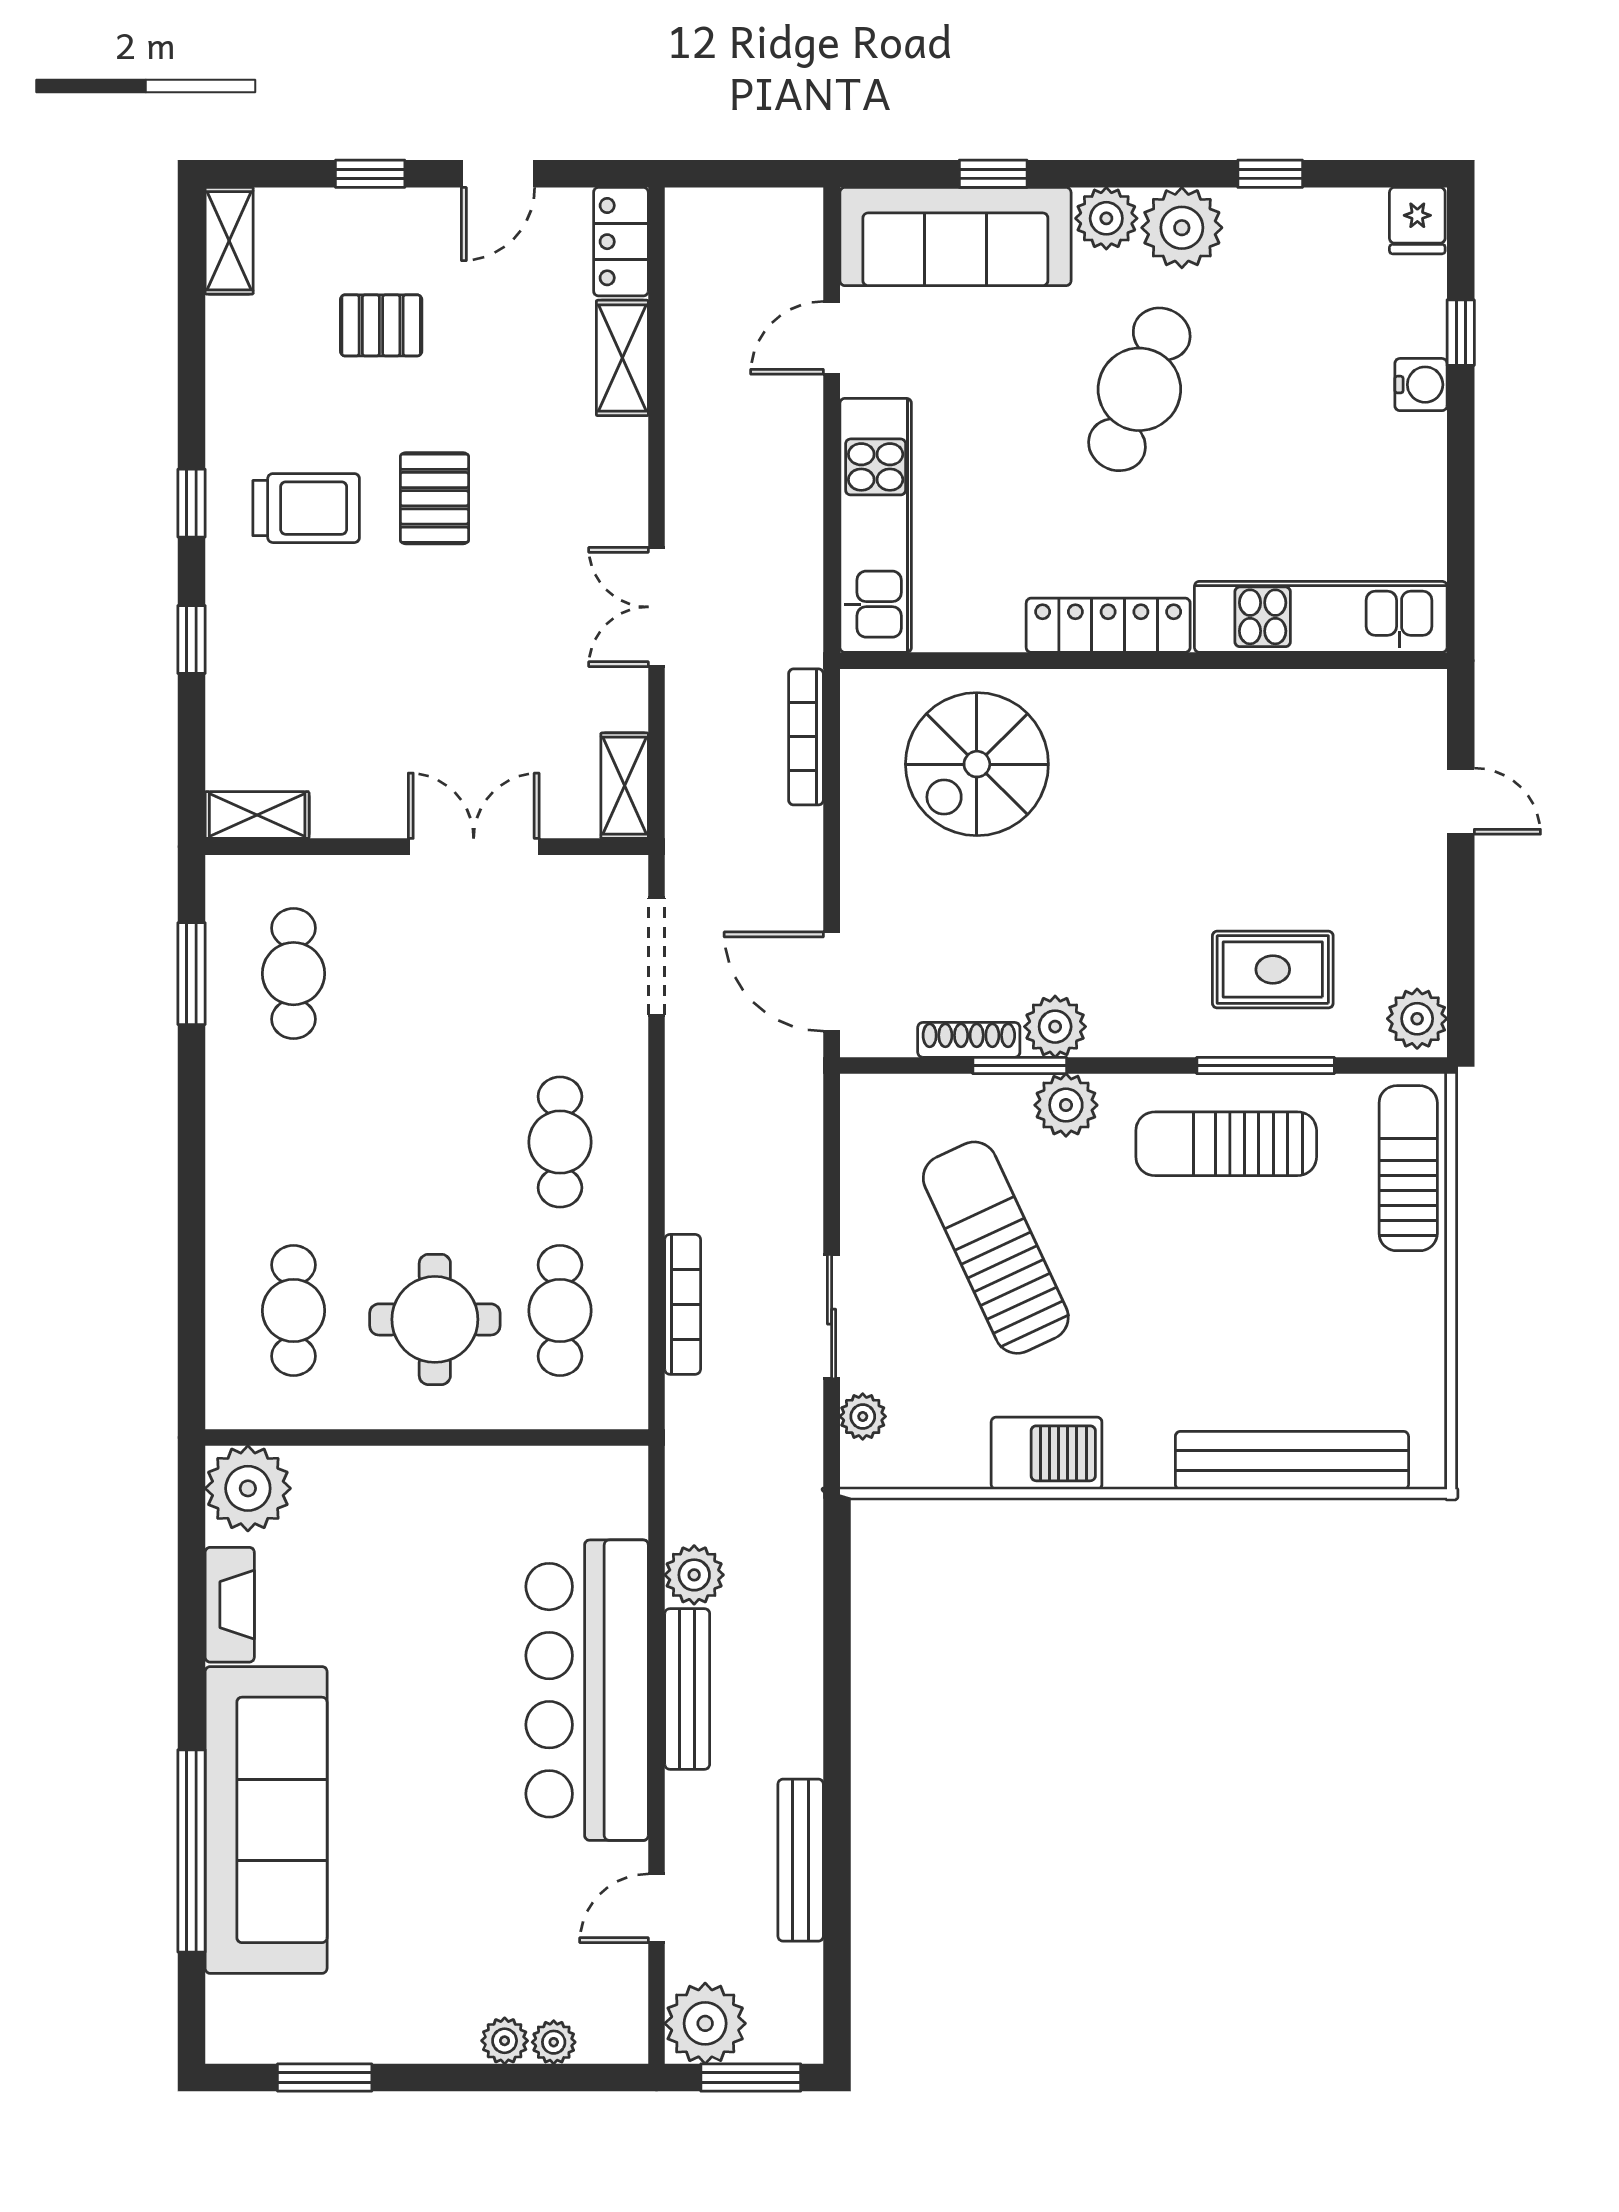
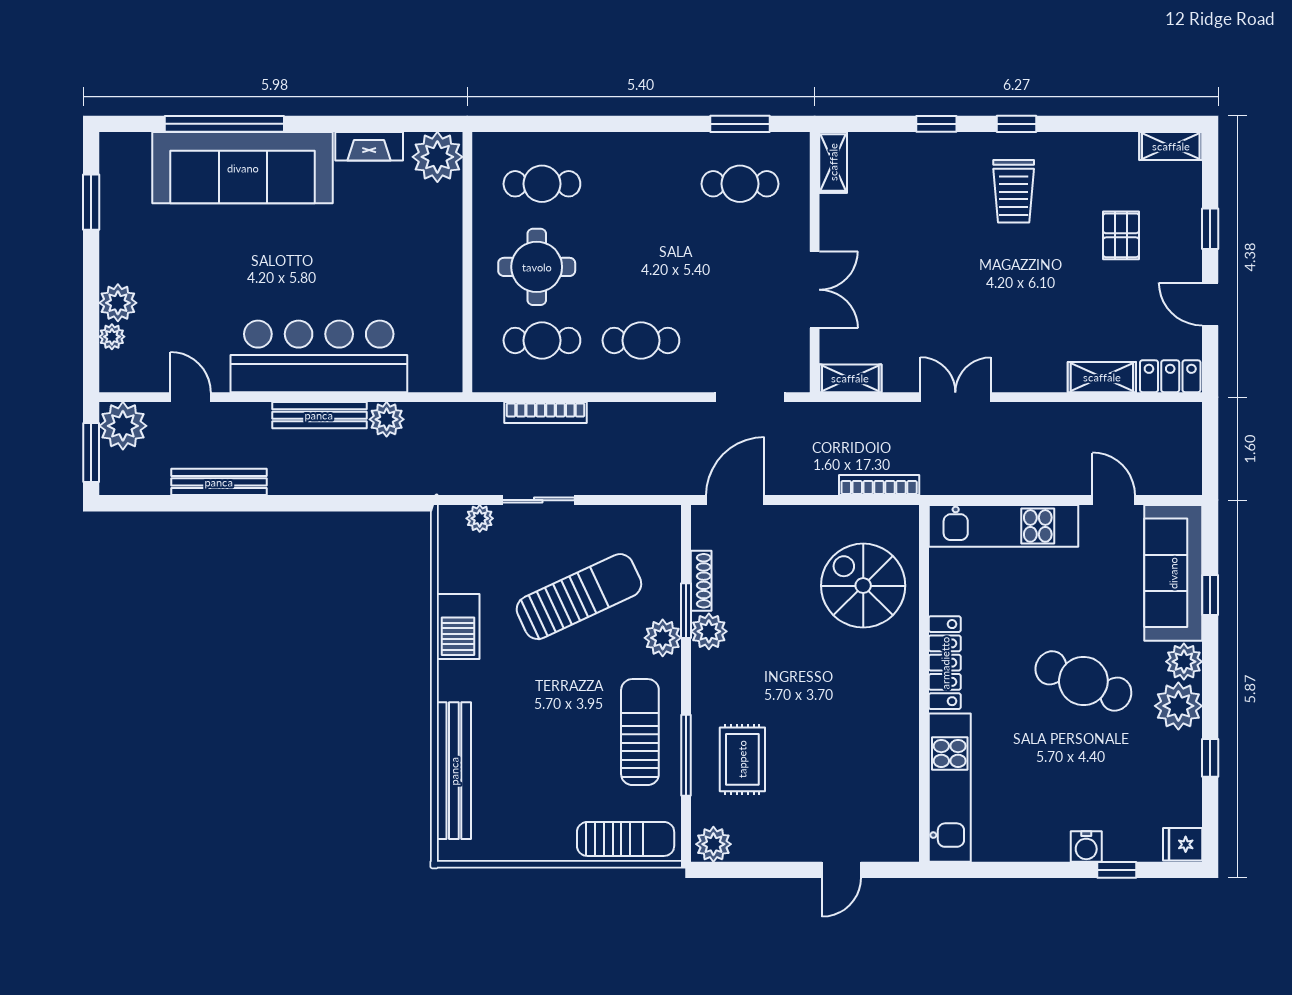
pallet: (434, 498) -> (1019, 267), removed
plant: (505, 2041) -> (118, 303), width x1.38, depth x1.38

